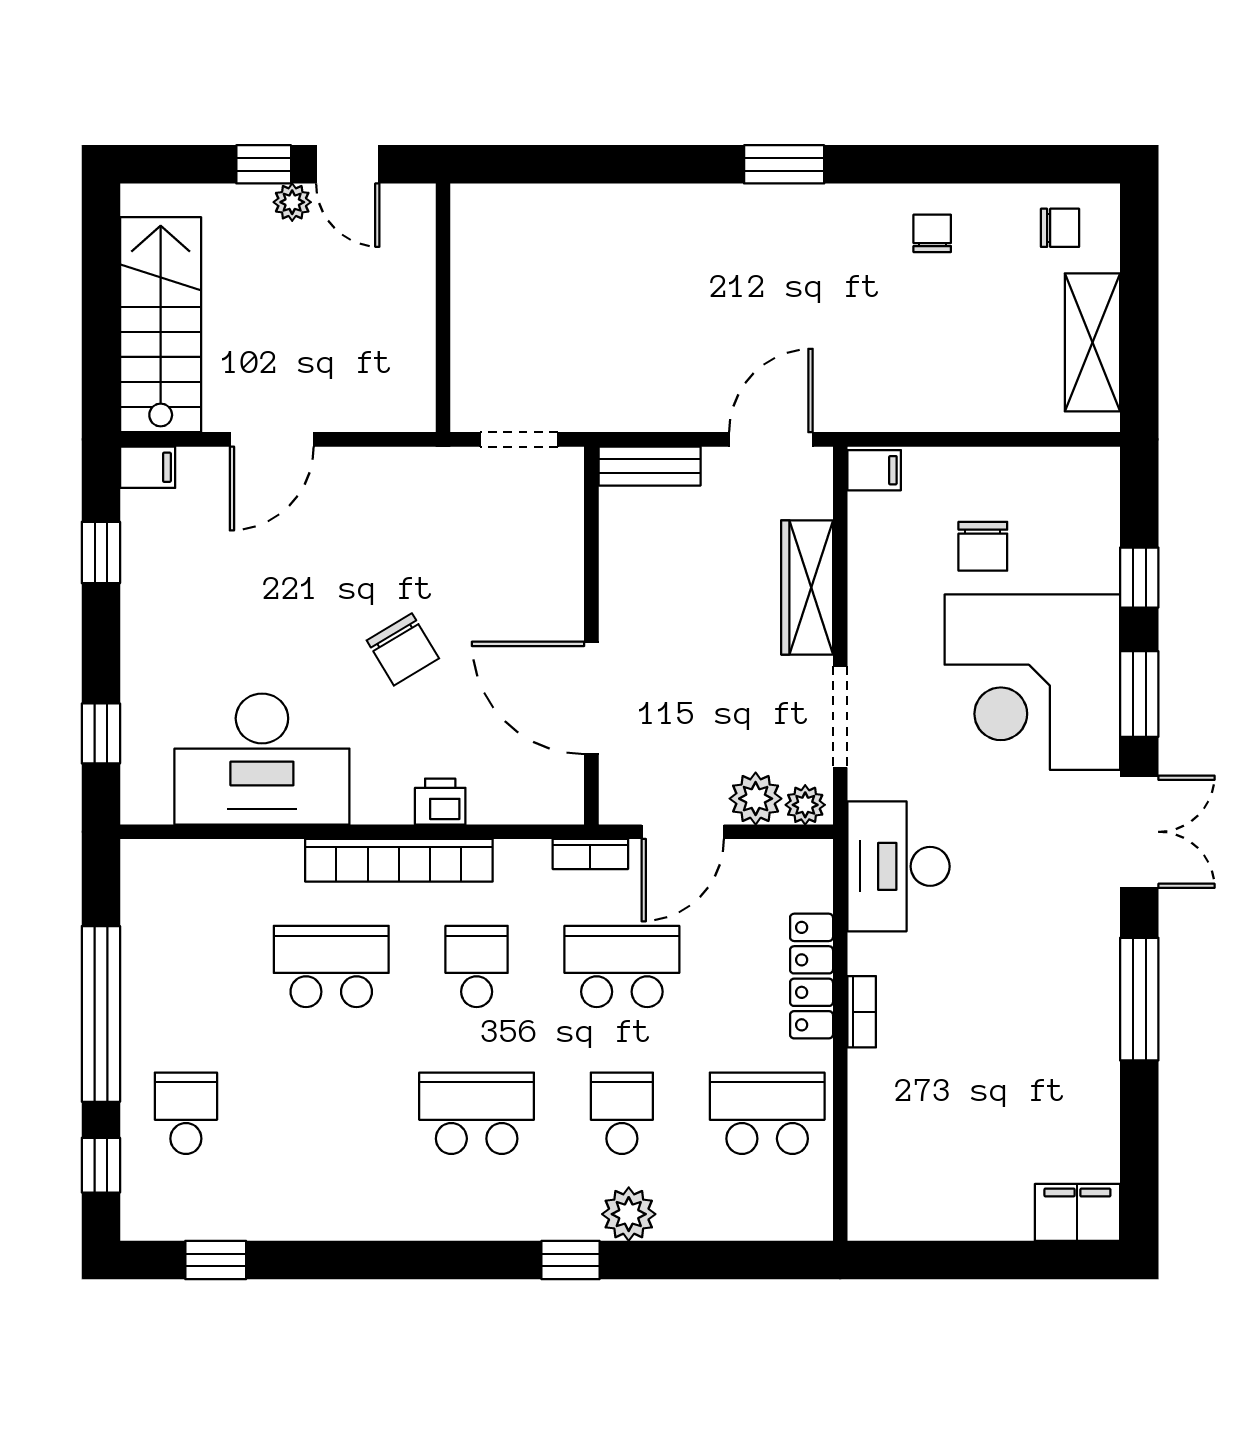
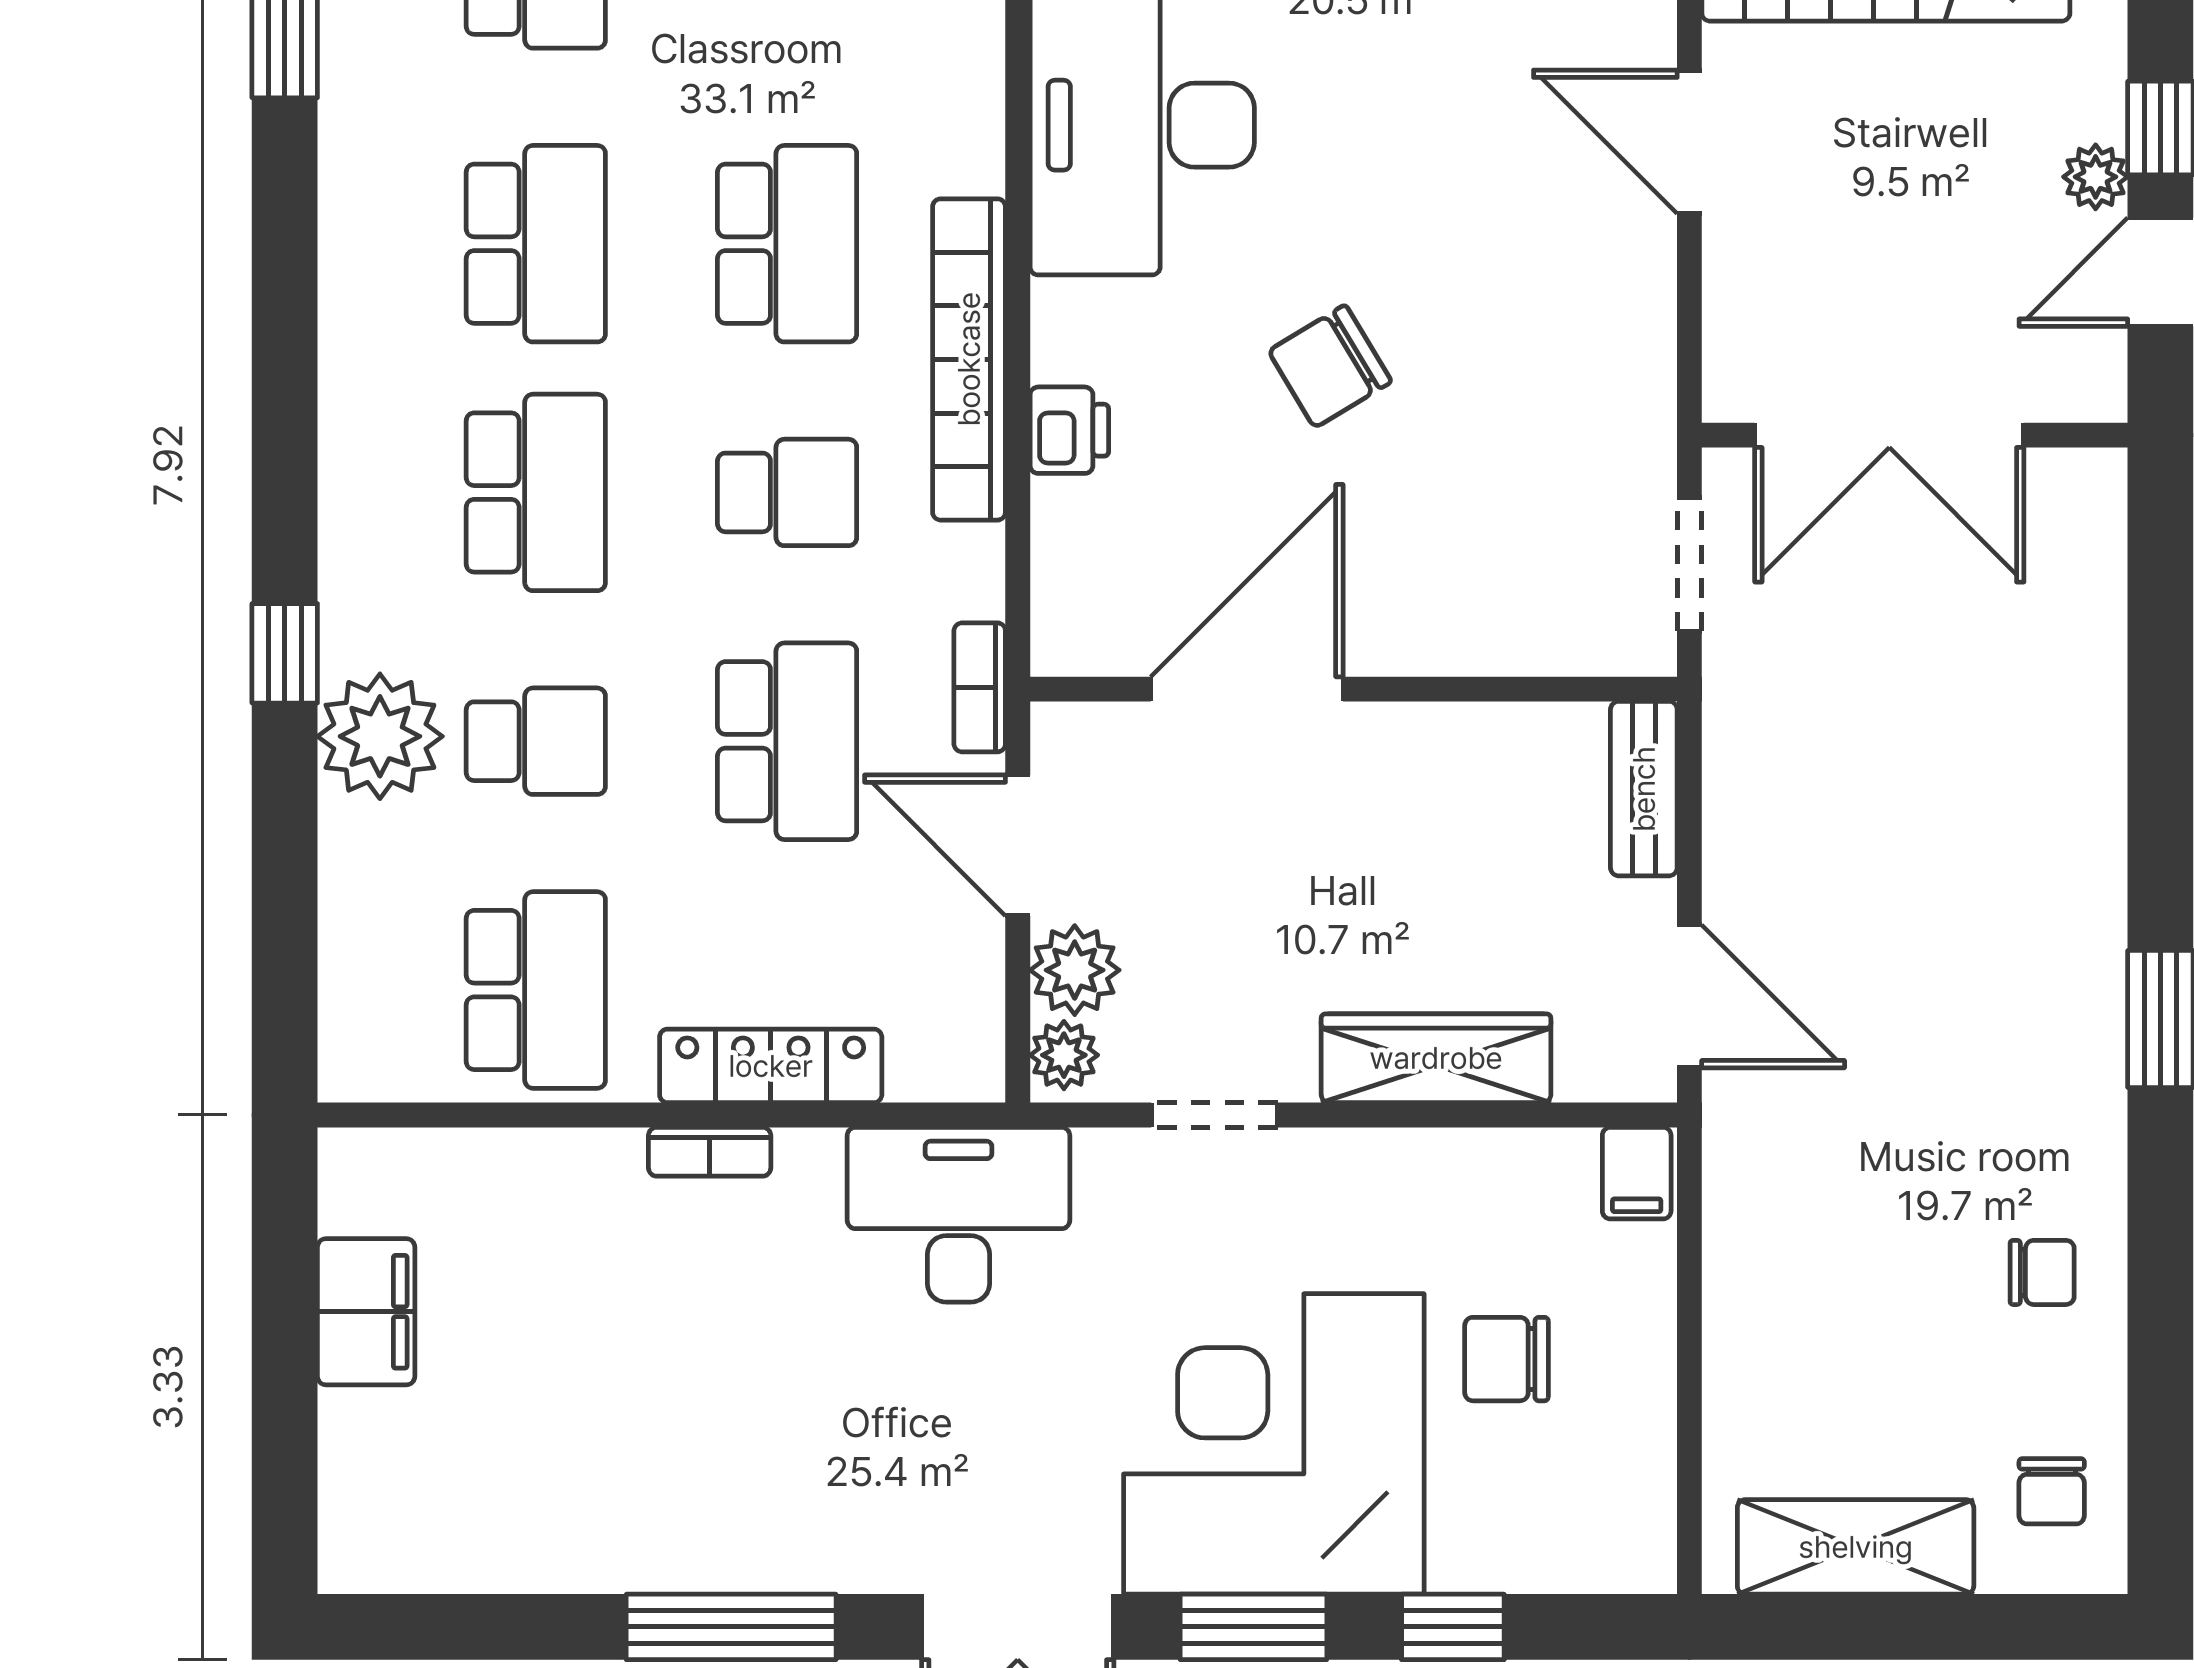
double door: (443, 323) -> (1889, 435), added
doorway: (840, 717) -> (1214, 1115), width x0.73
school desk: (331, 1113) -> (536, 244), added
filing cabinet: (1077, 1212) -> (366, 1312), moved
plant: (629, 1214) -> (380, 736), width x1.36, depth x1.36

